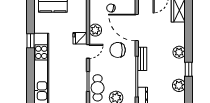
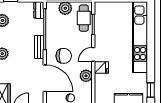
window: (31, 41) -> (151, 90), moved

